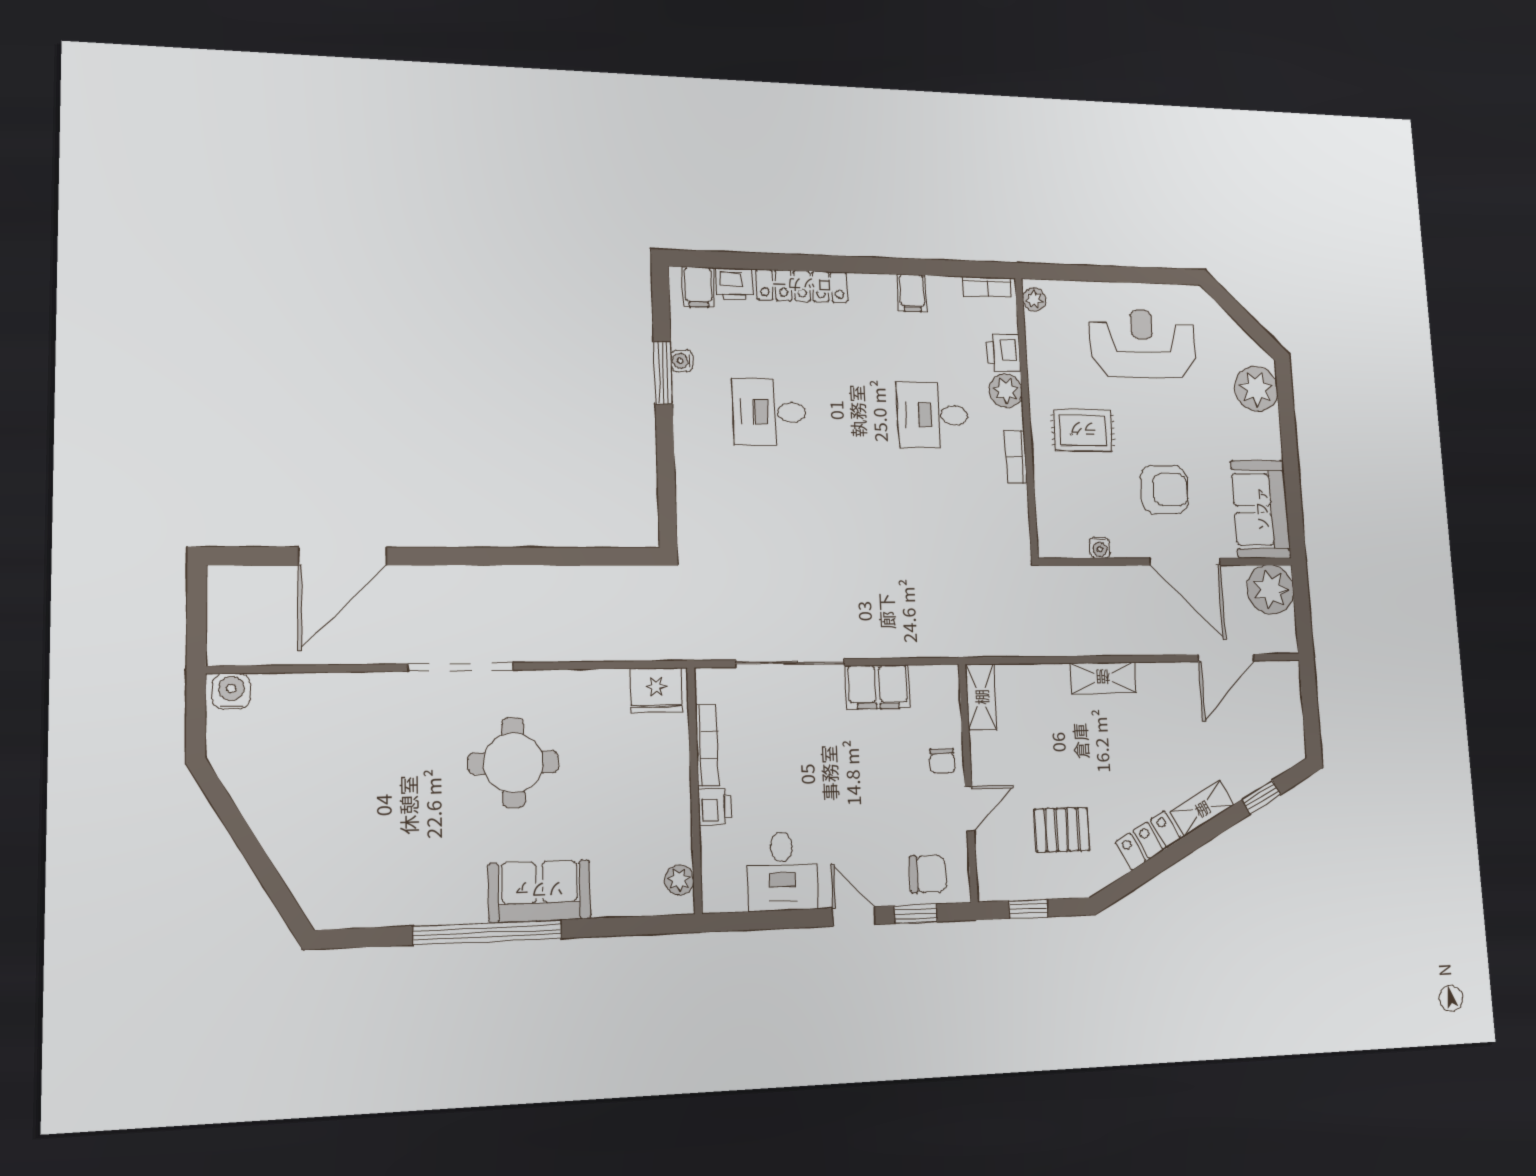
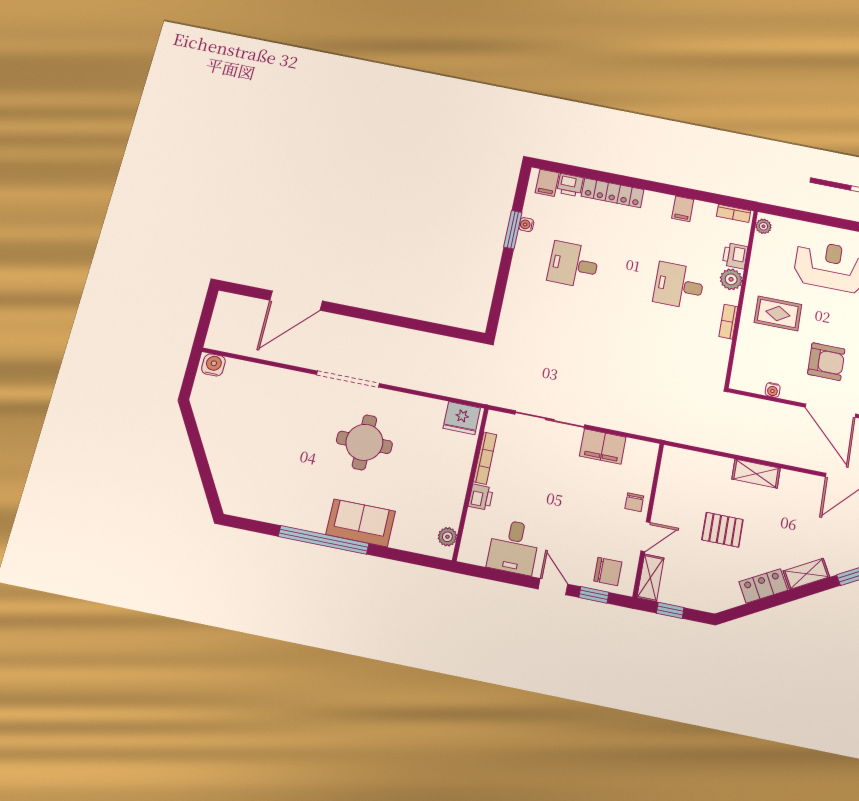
shelving: (981, 697) -> (650, 578), moved
pallet: (1062, 830) -> (723, 530), moved

